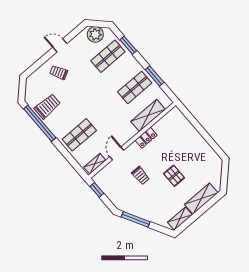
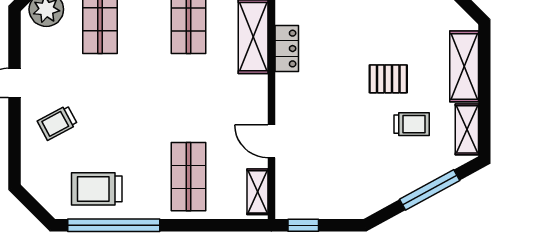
trolley: (47, 106) -> (97, 189), turned -90
locker: (146, 138) -> (287, 49), moved
trolley: (141, 176) -> (412, 124), moved
window: (136, 219) -> (430, 190), moved

